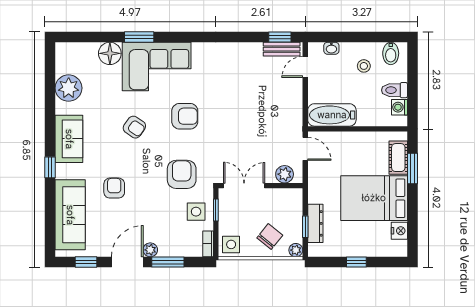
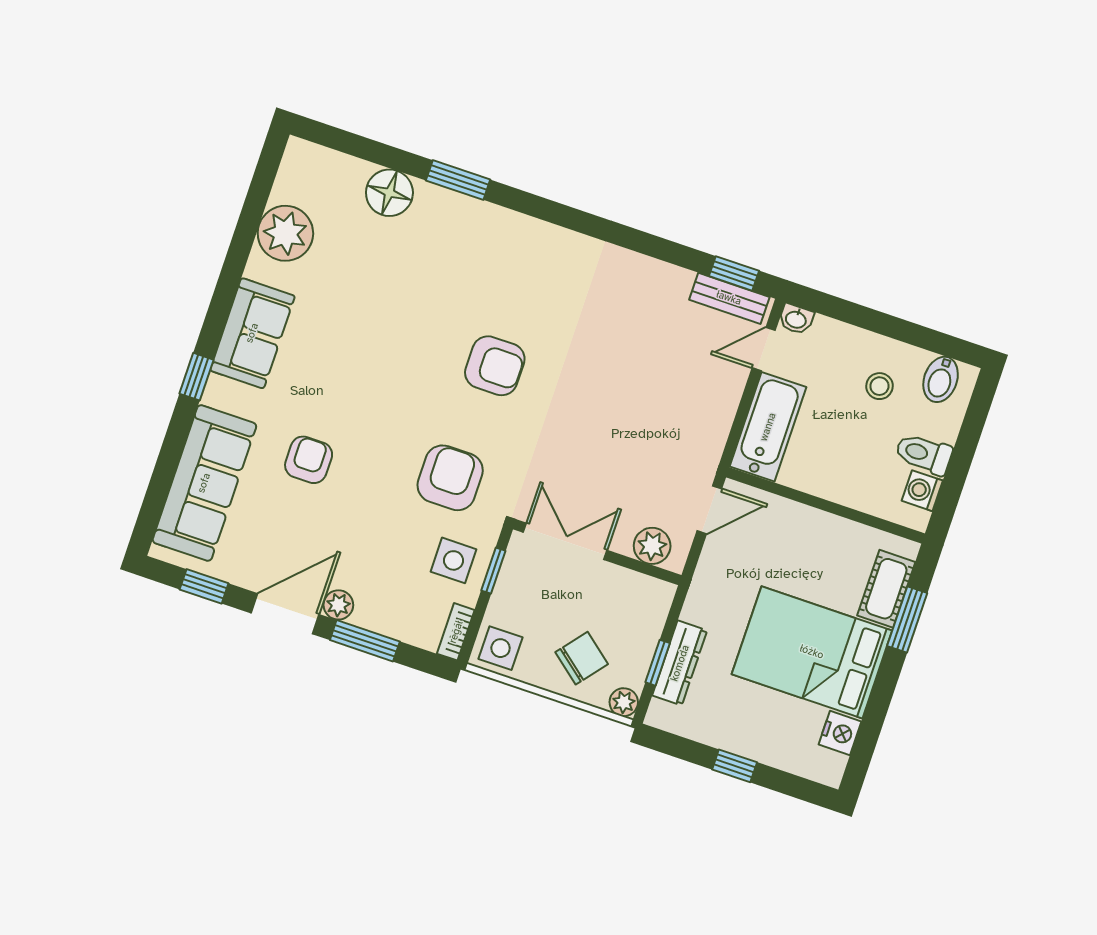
washbasin: (331, 48) -> (796, 319), moved
corner sofa: (157, 67) -> (473, 250), removed
bathtub: (332, 115) -> (768, 427), moved, turned 90
armchair: (134, 127) -> (389, 354), removed
door: (305, 149) -> (709, 510), hinge flipped

